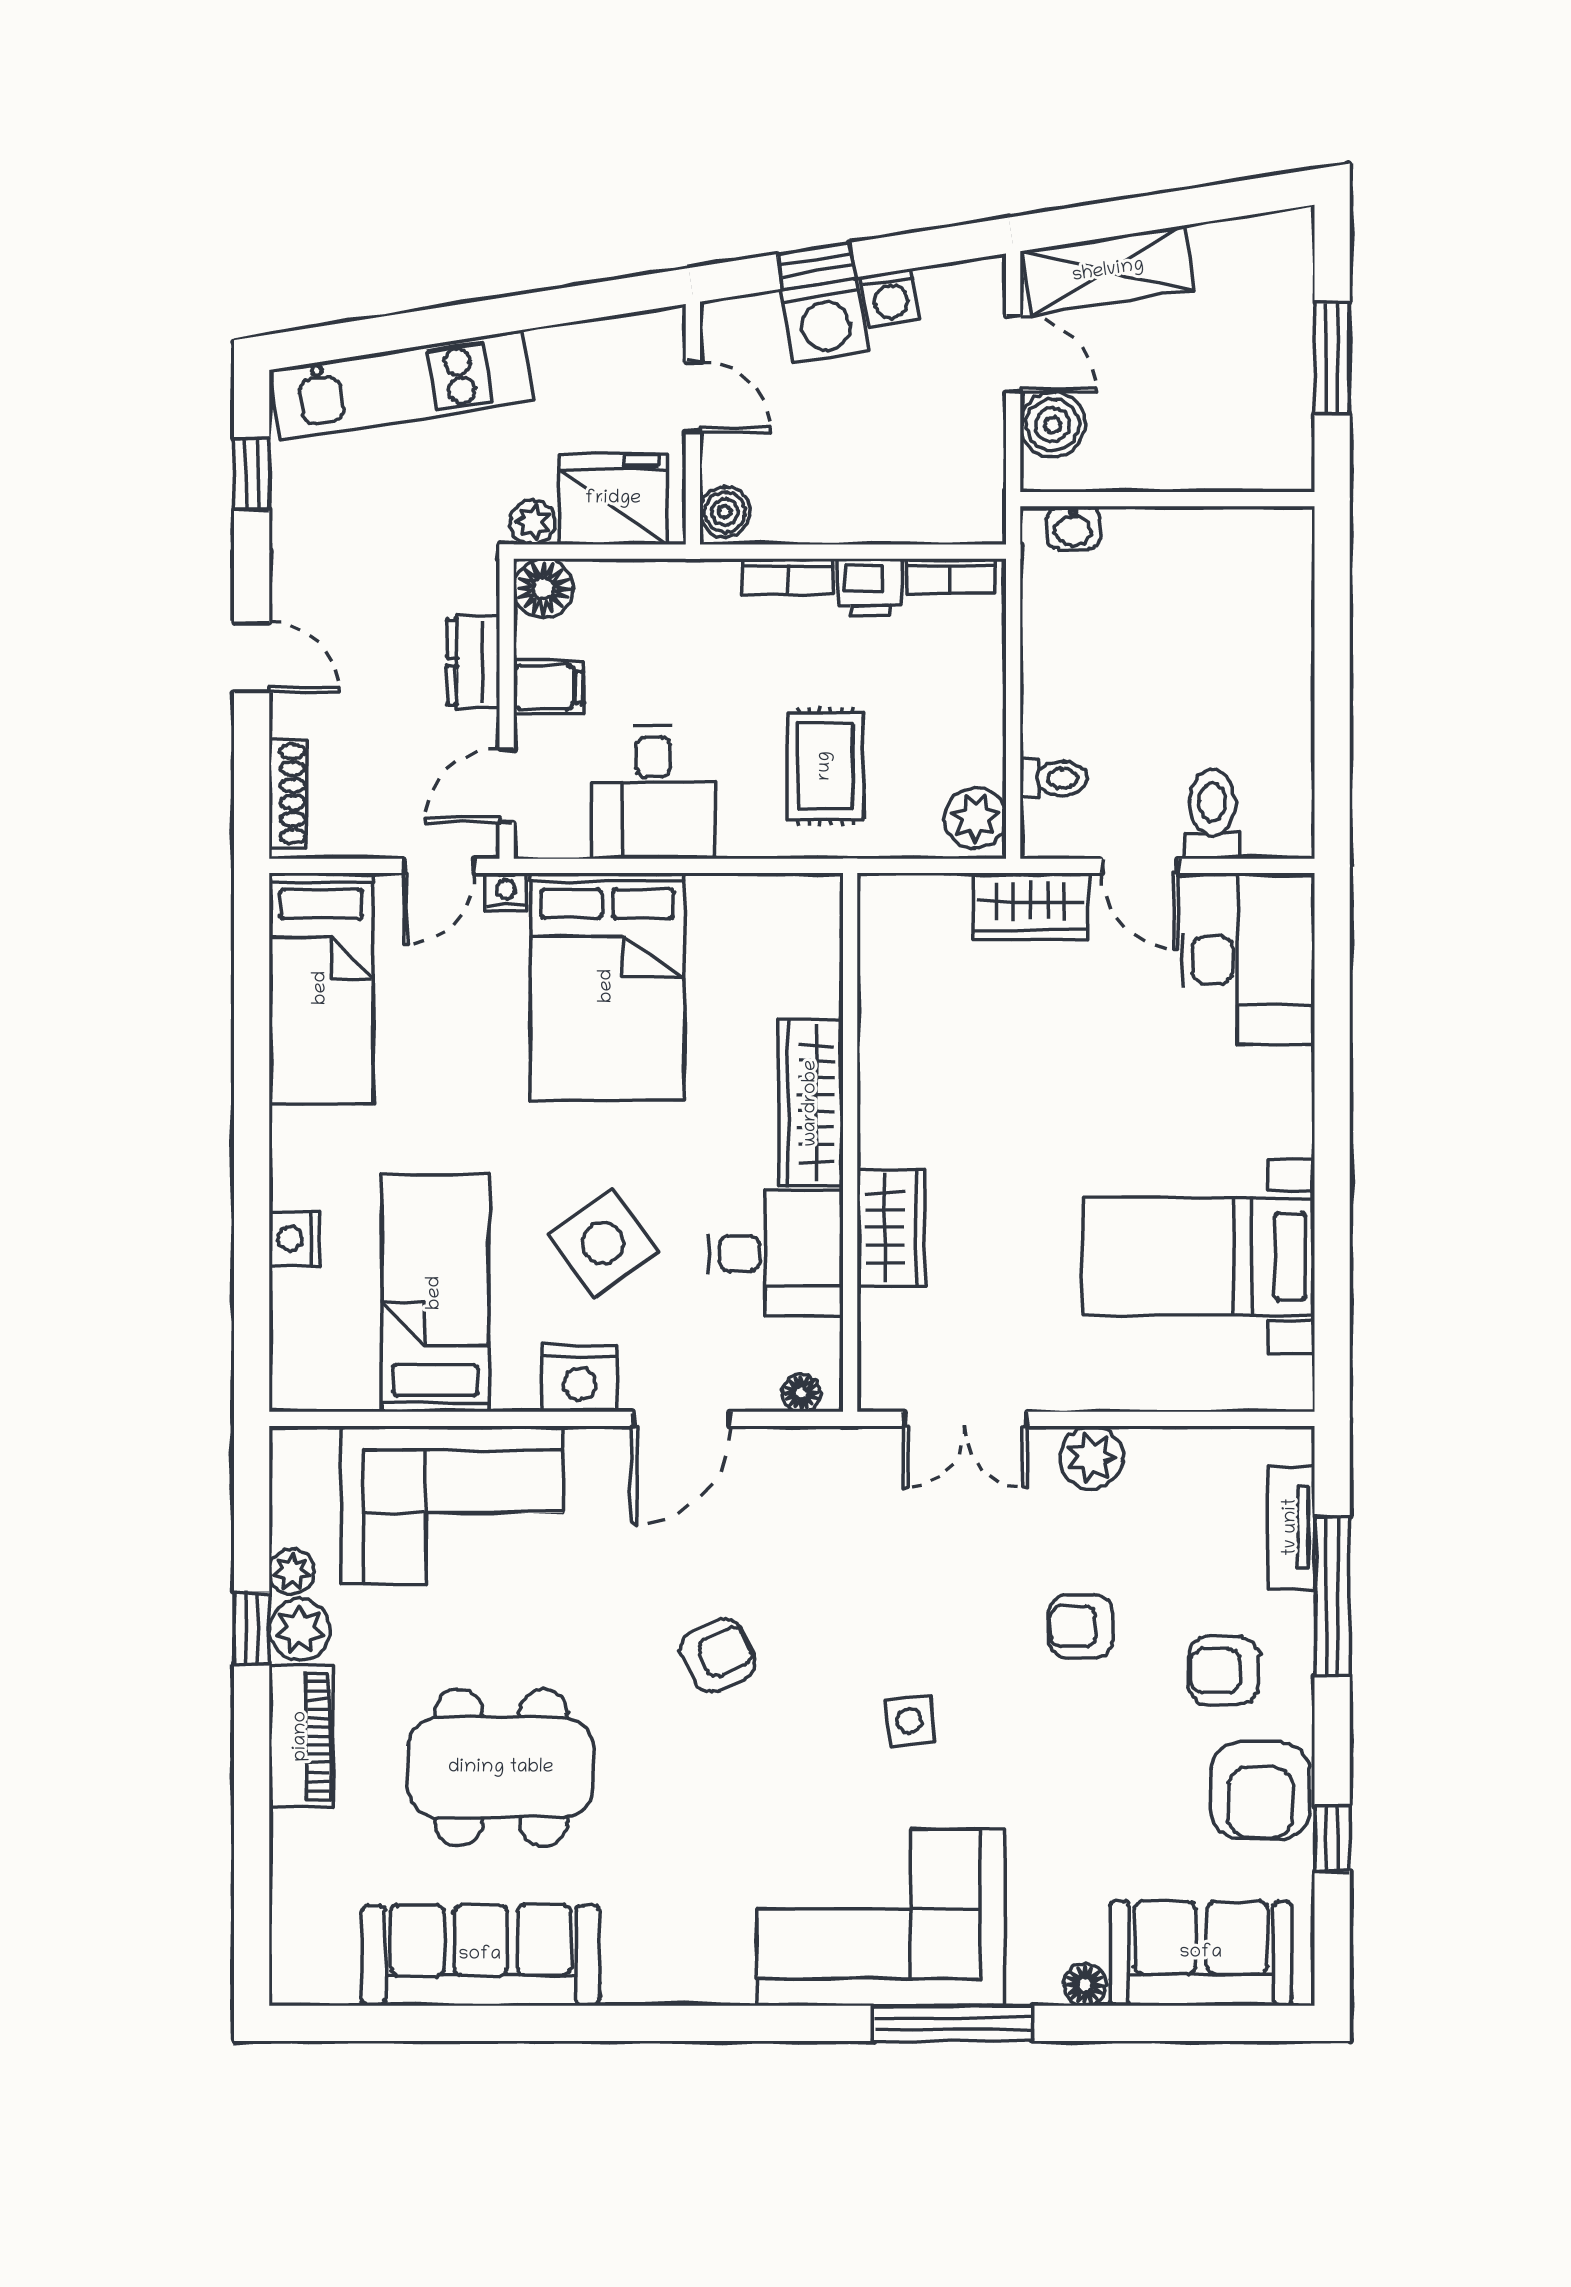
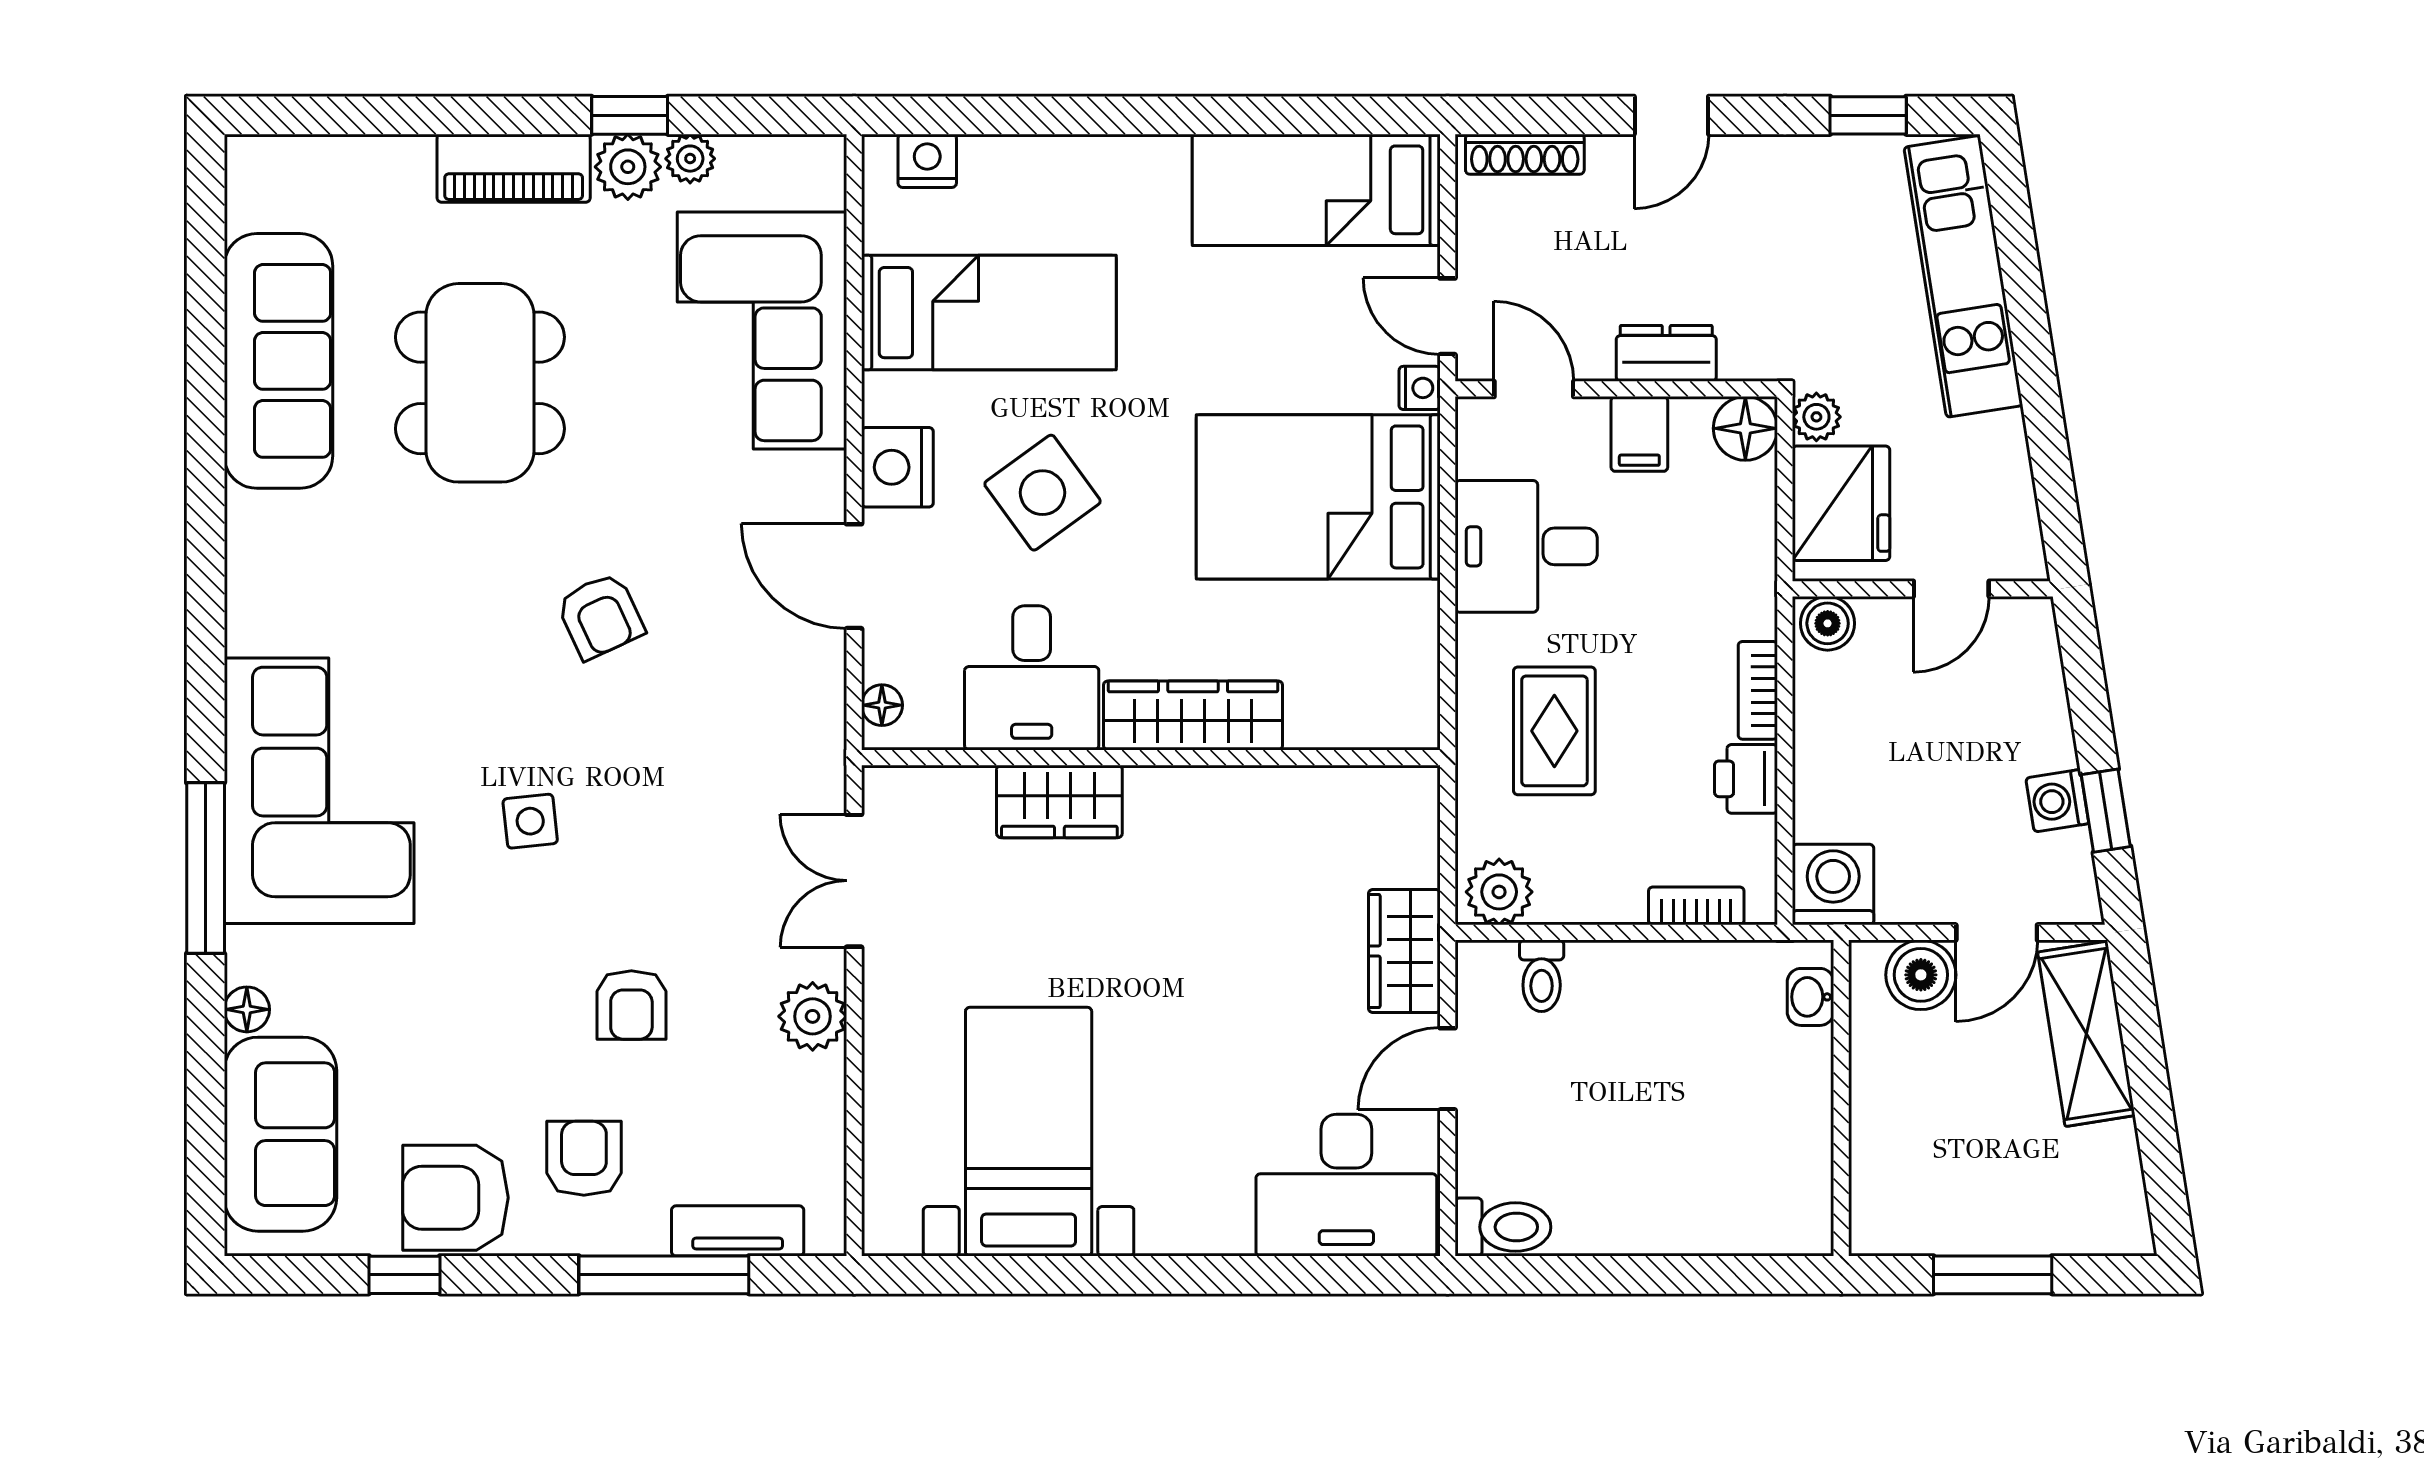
window: (816, 266) -> (2106, 811), moved
washing machine: (825, 320) -> (1833, 885), moved, turned 99
bookcase: (951, 576) -> (1696, 906), moved, turned 90
rug: (825, 766) -> (1554, 731), turned 90
toilet: (1212, 814) -> (1503, 1227), moved
nightstand: (294, 1239) -> (927, 161), moved
armchair: (1081, 1626) -> (631, 1005), turned 180

